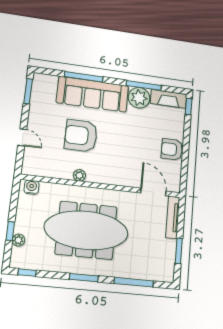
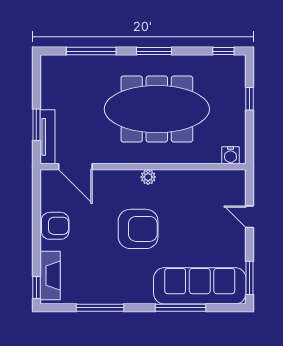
sofa: (93, 94) -> (200, 286), moved
plant: (139, 98) -> (105, 290), removed
fireplace: (169, 99) -> (50, 276), moved, turned 90
armchair: (81, 136) -> (138, 229), moved
plant: (79, 175) -> (148, 177), moved
plant: (18, 240) -> (238, 89), removed
window: (179, 251) -> (36, 125), moved

